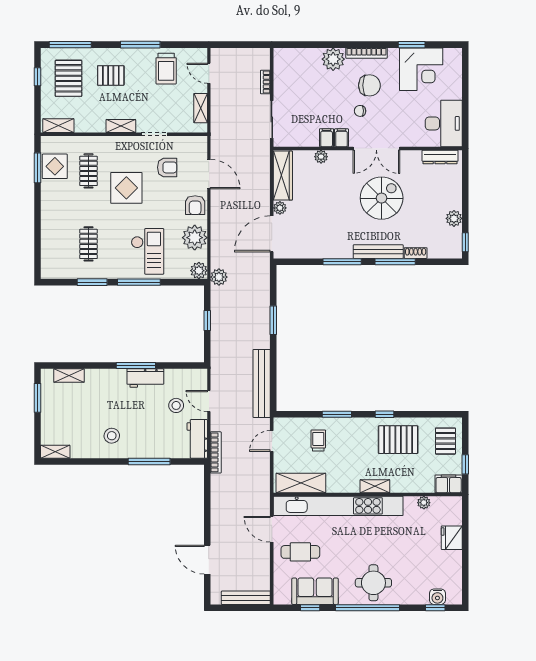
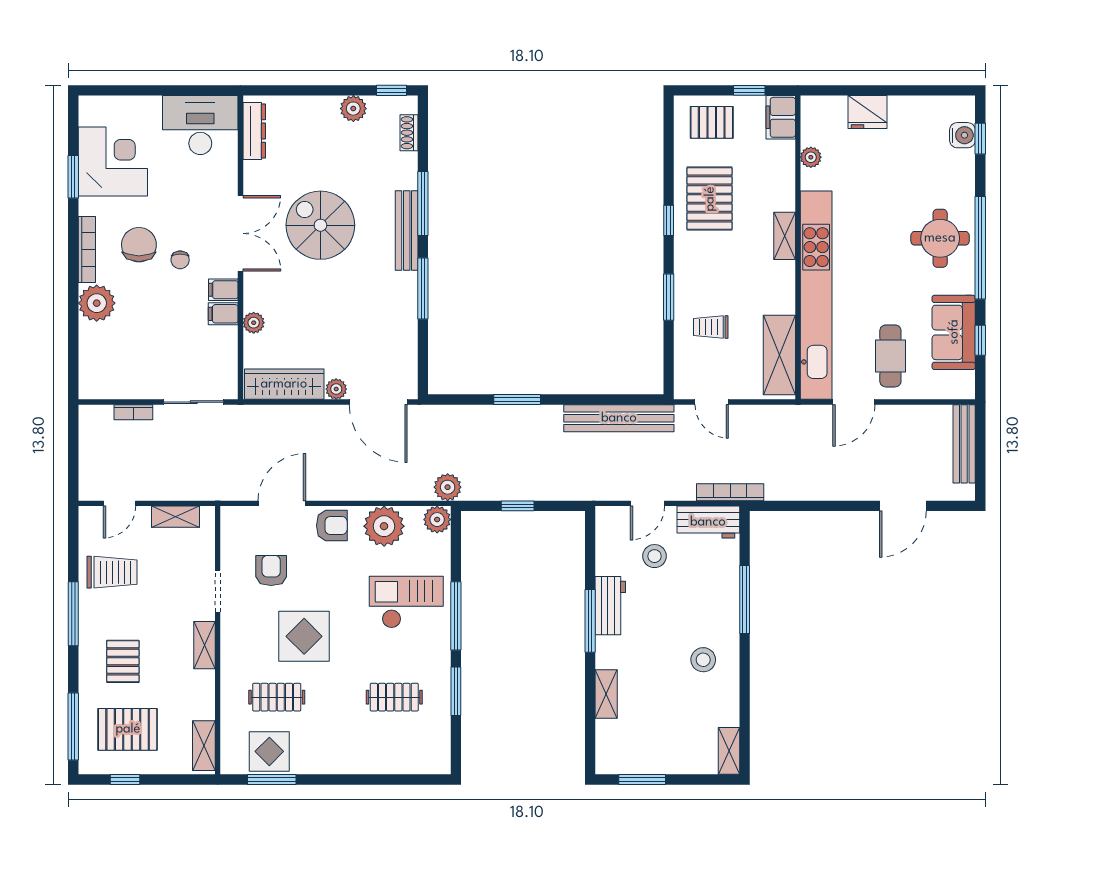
shoe rack: (416, 253) -> (409, 133), moved
shelving: (69, 375) -> (606, 694), moved

